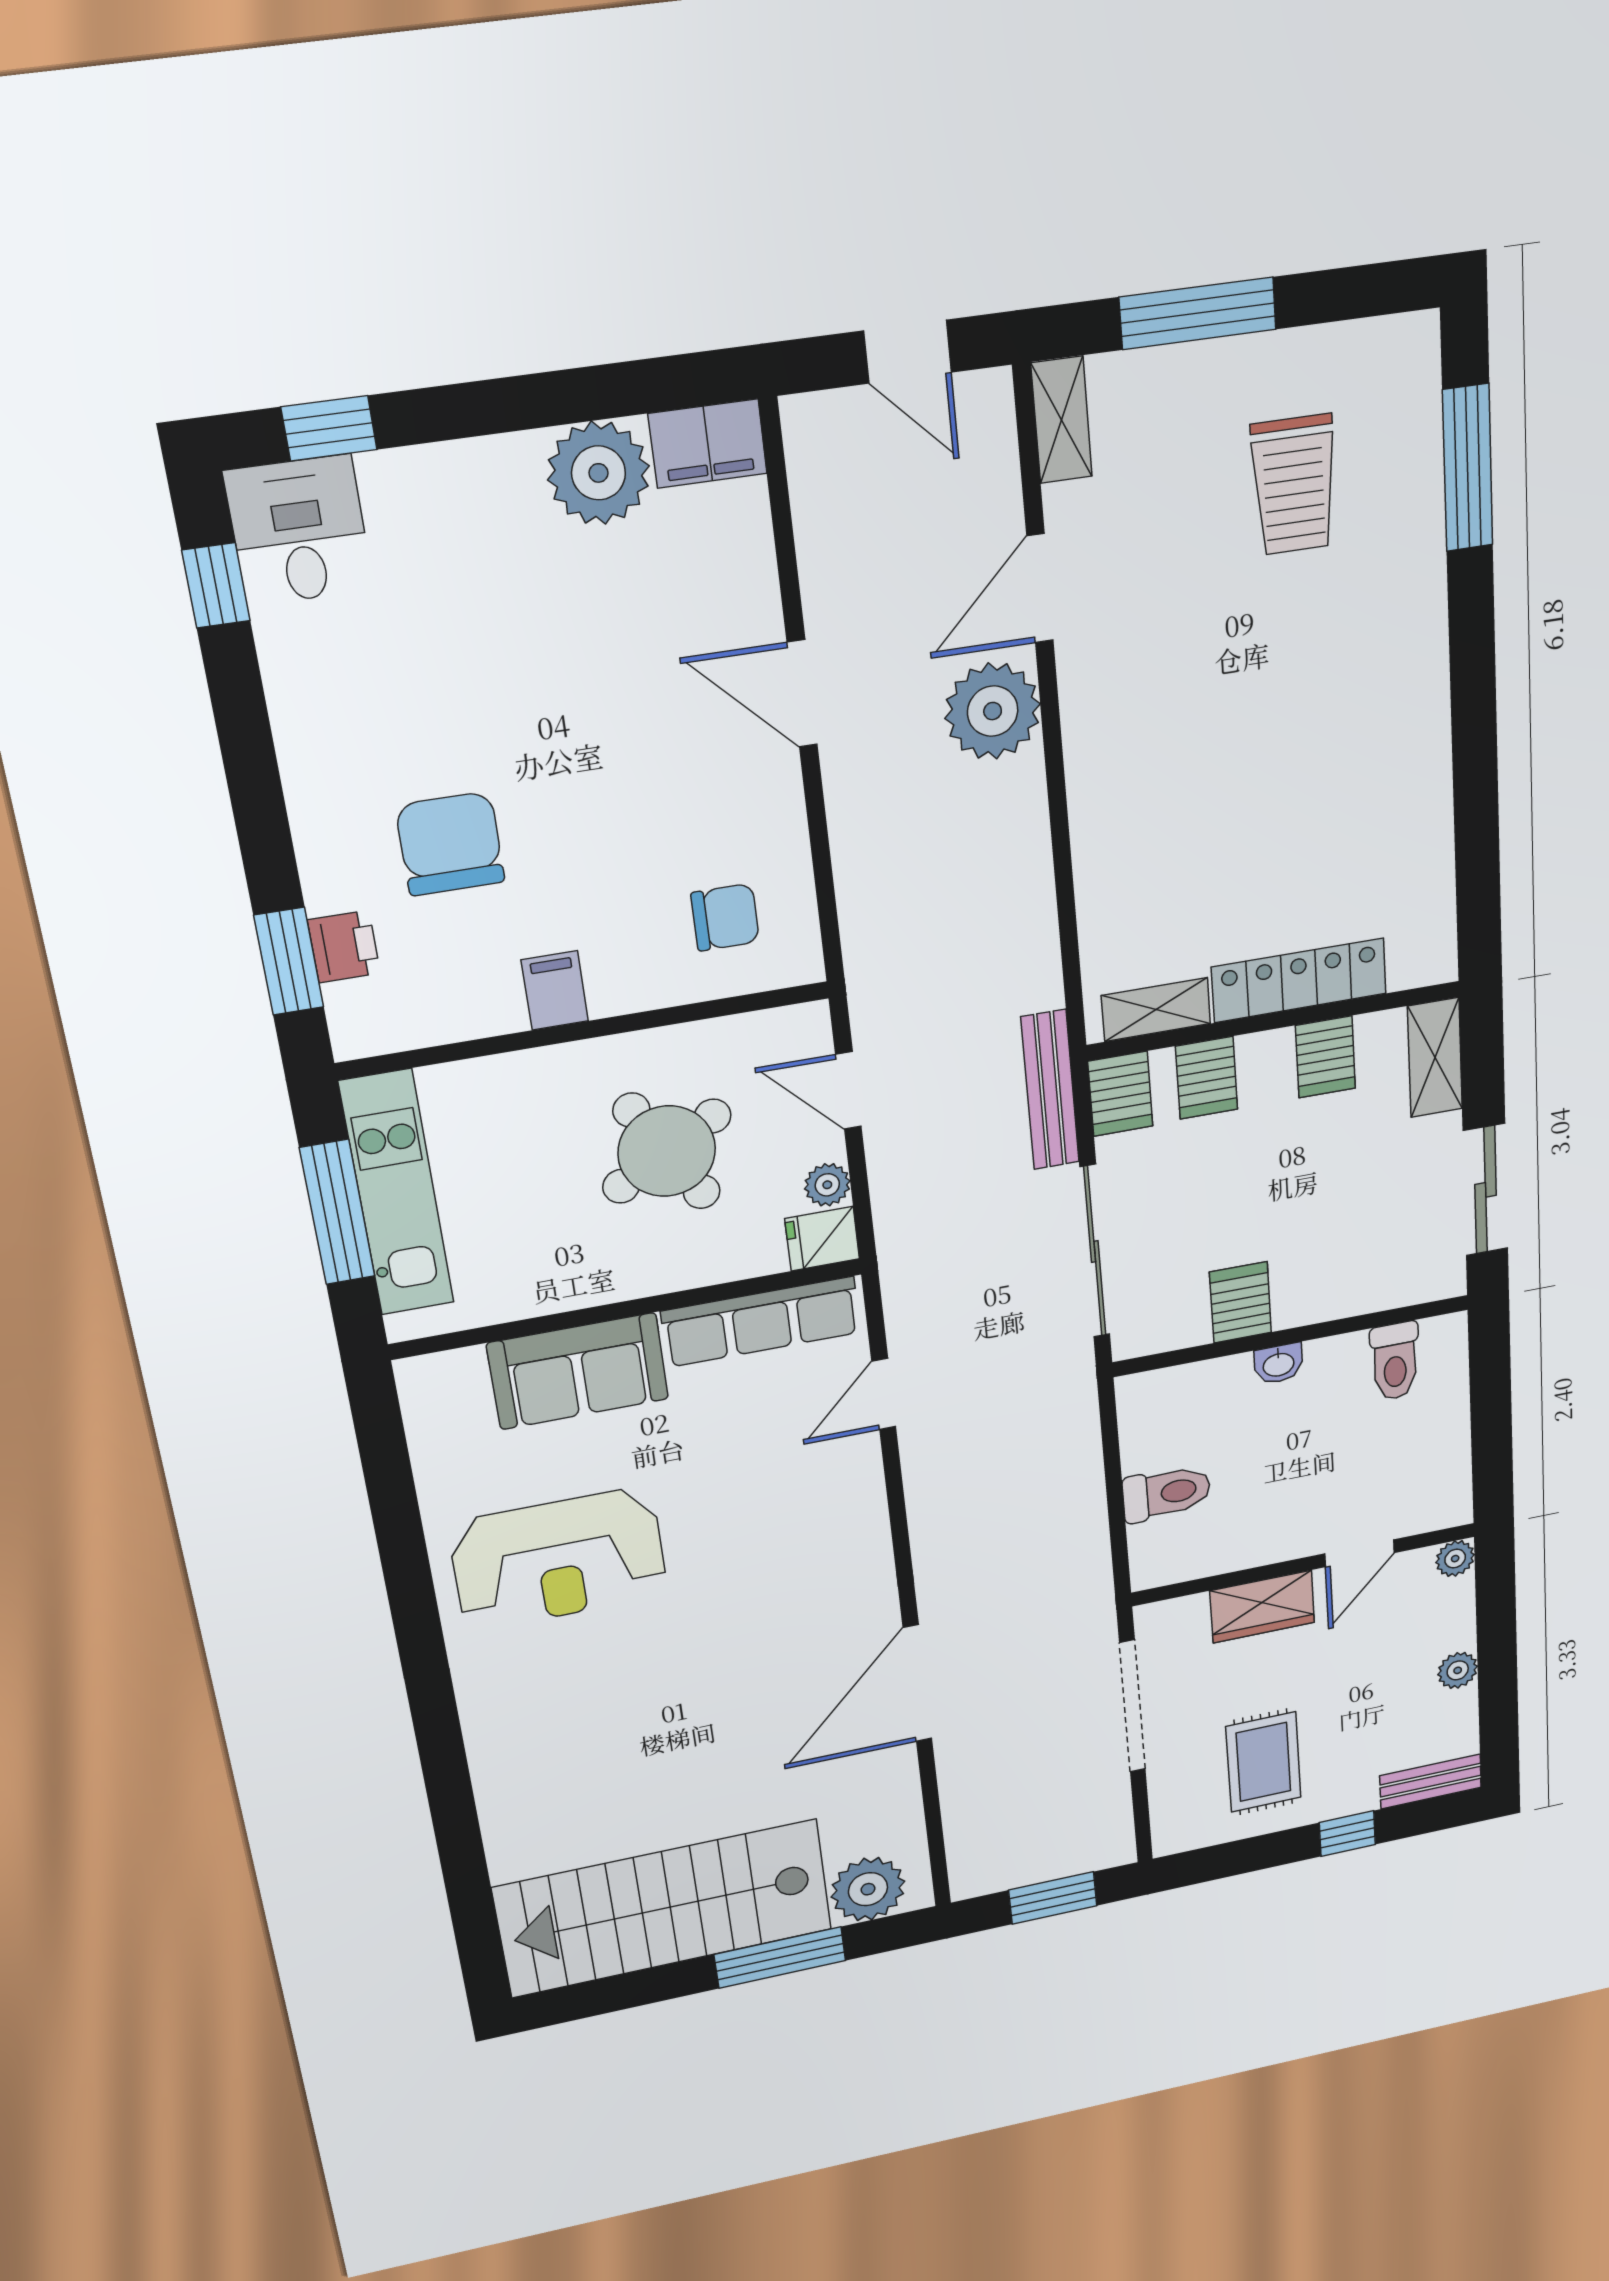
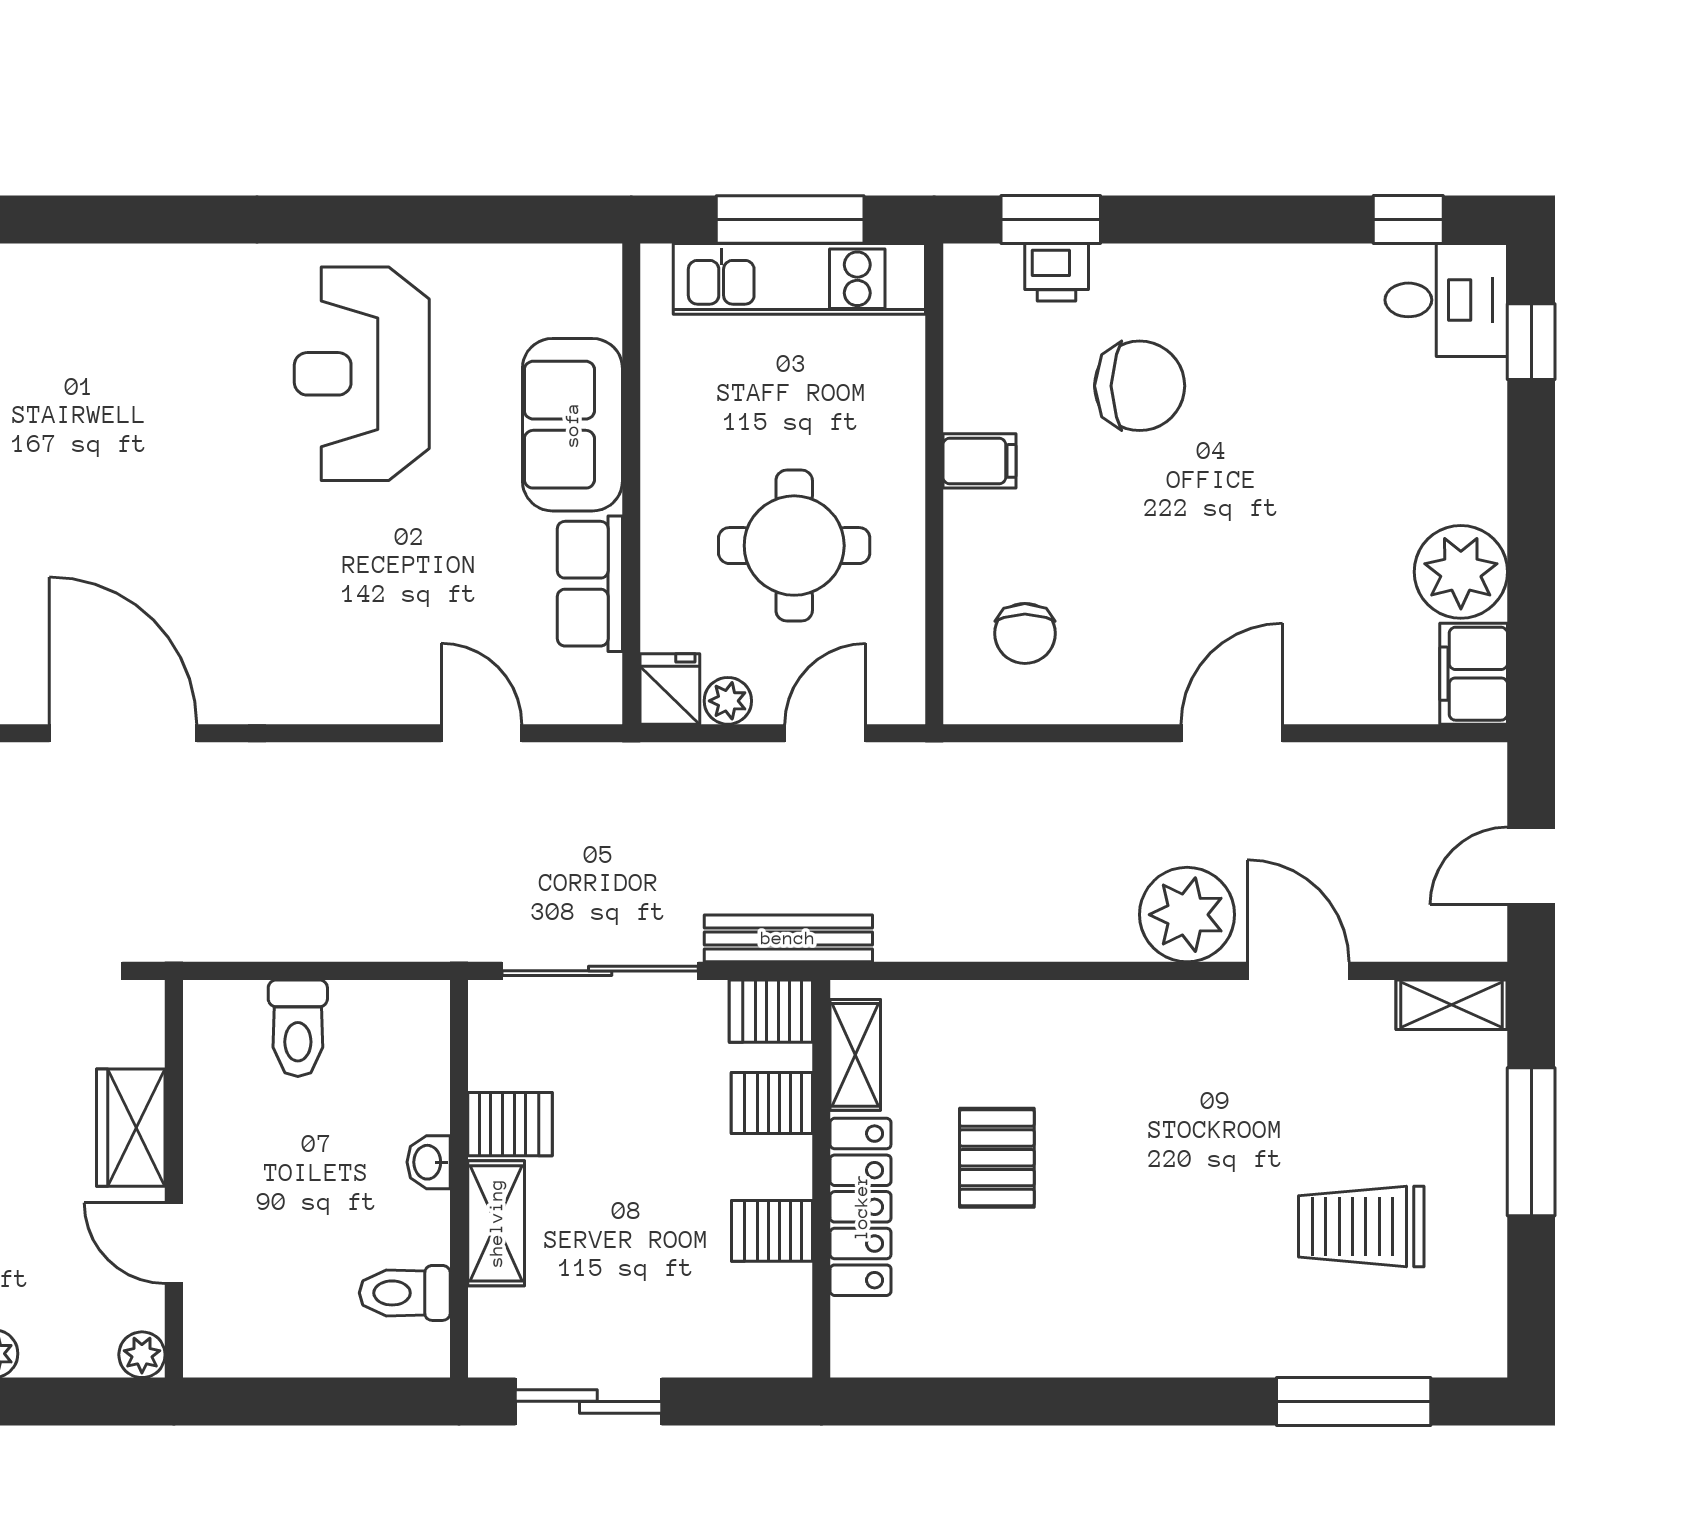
pallet: (1246, 860) -> (997, 1158), added
shelving: (1435, 1058) -> (496, 1223), moved, turned 90
round table: (667, 1151) -> (794, 546), turned 30
row of seats: (761, 1322) -> (590, 584), width x0.68

